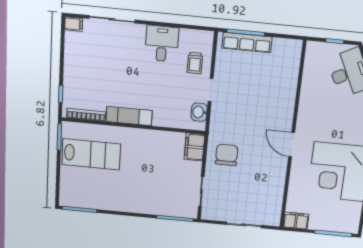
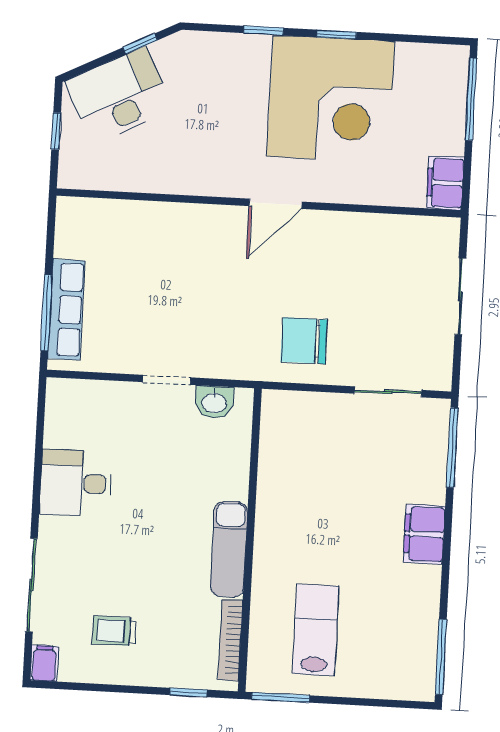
trolley: (195, 63) -> (114, 631), moved, turned 180
filing cabinet: (194, 147) -> (424, 534), moved, turned 90
lab bench: (91, 154) -> (316, 630), width x0.73, depth x0.72

